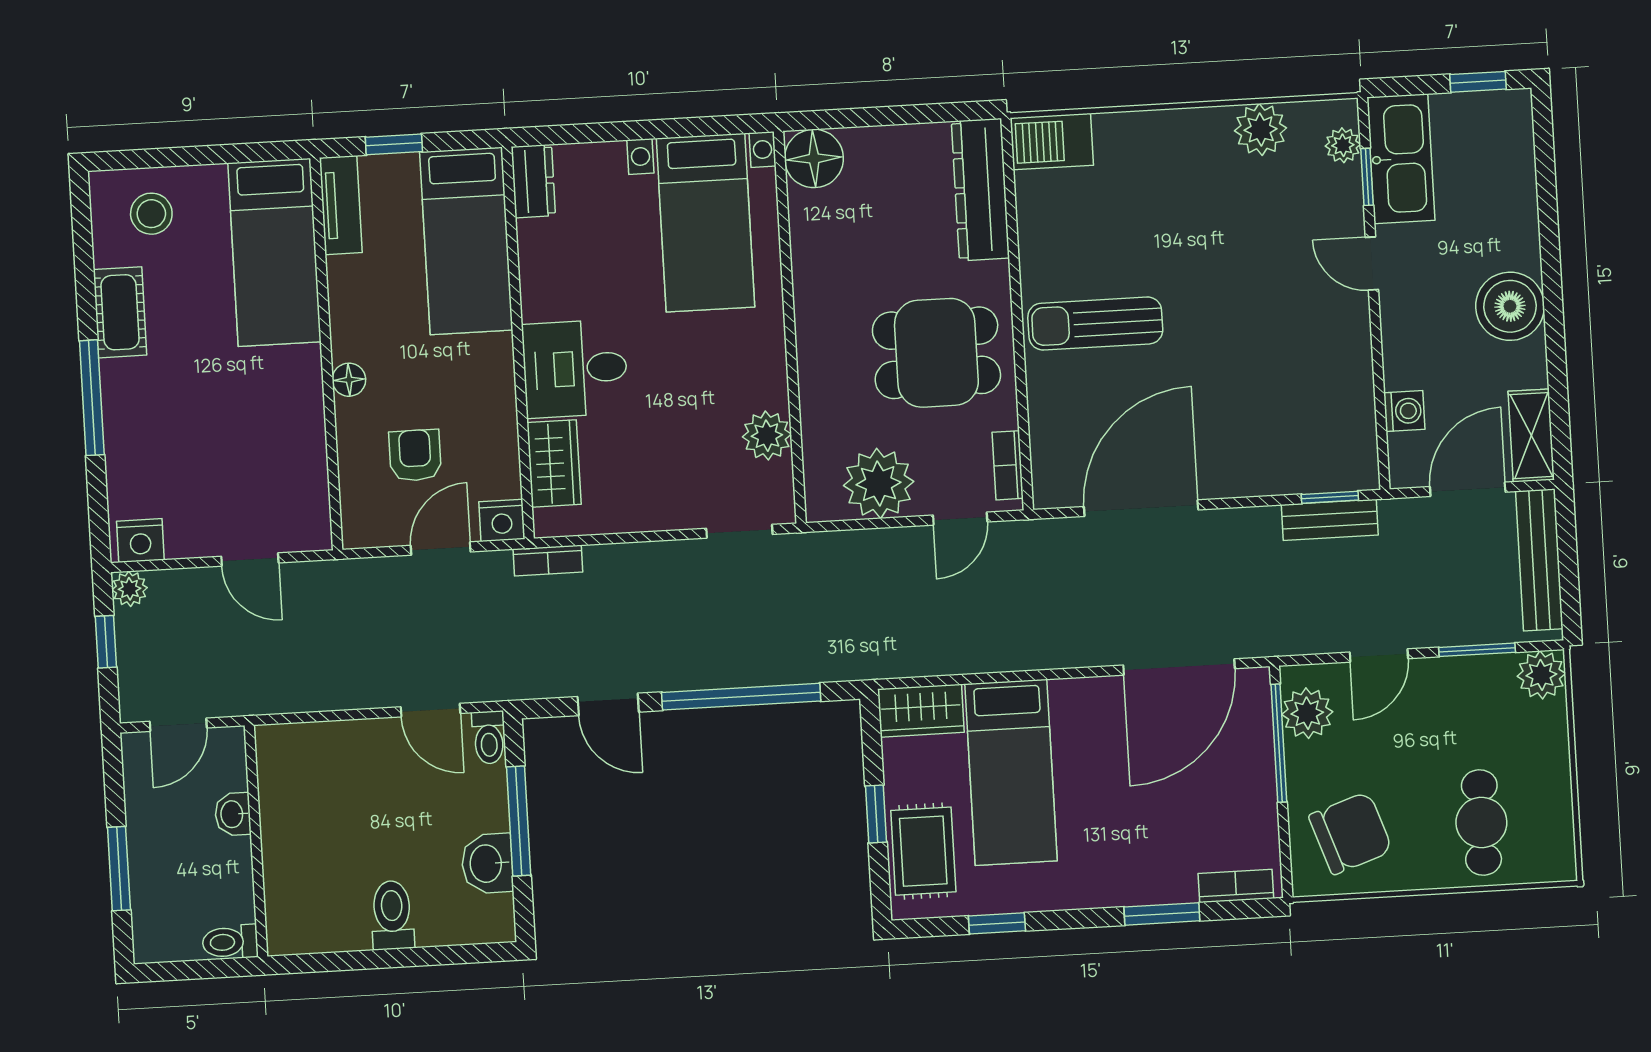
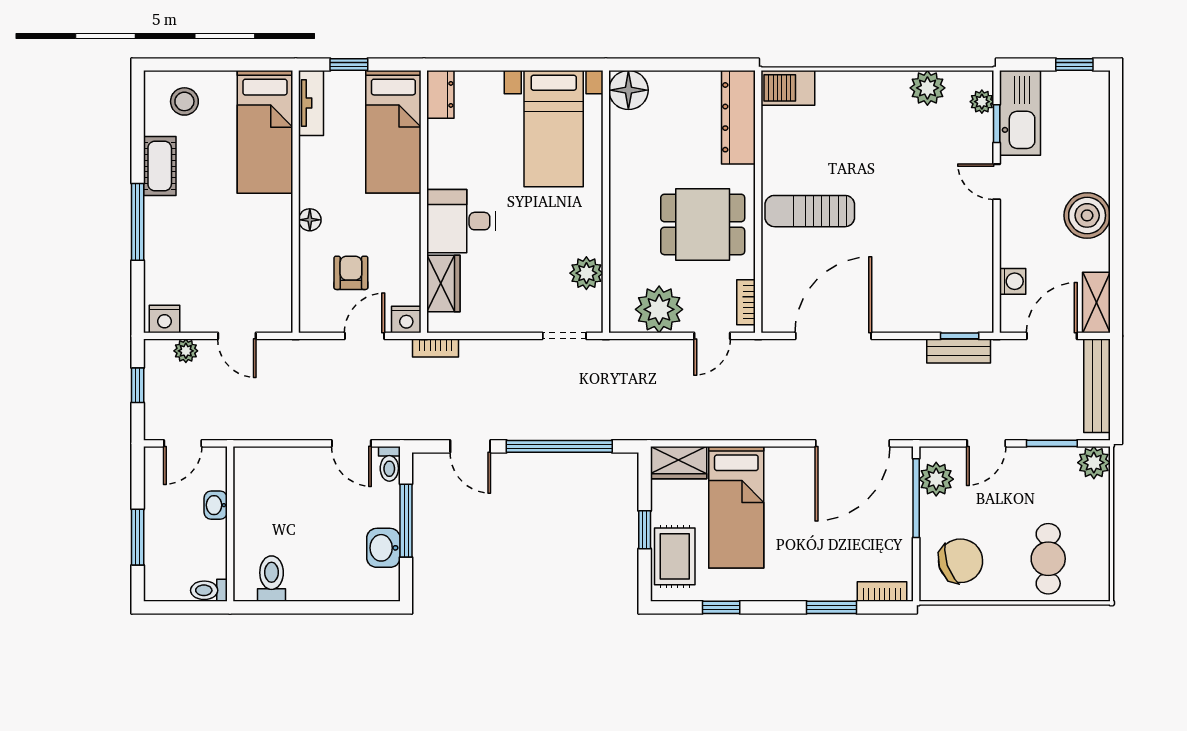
plant: (130, 589) -> (186, 351), moved
toilet: (392, 915) -> (272, 579), moved

